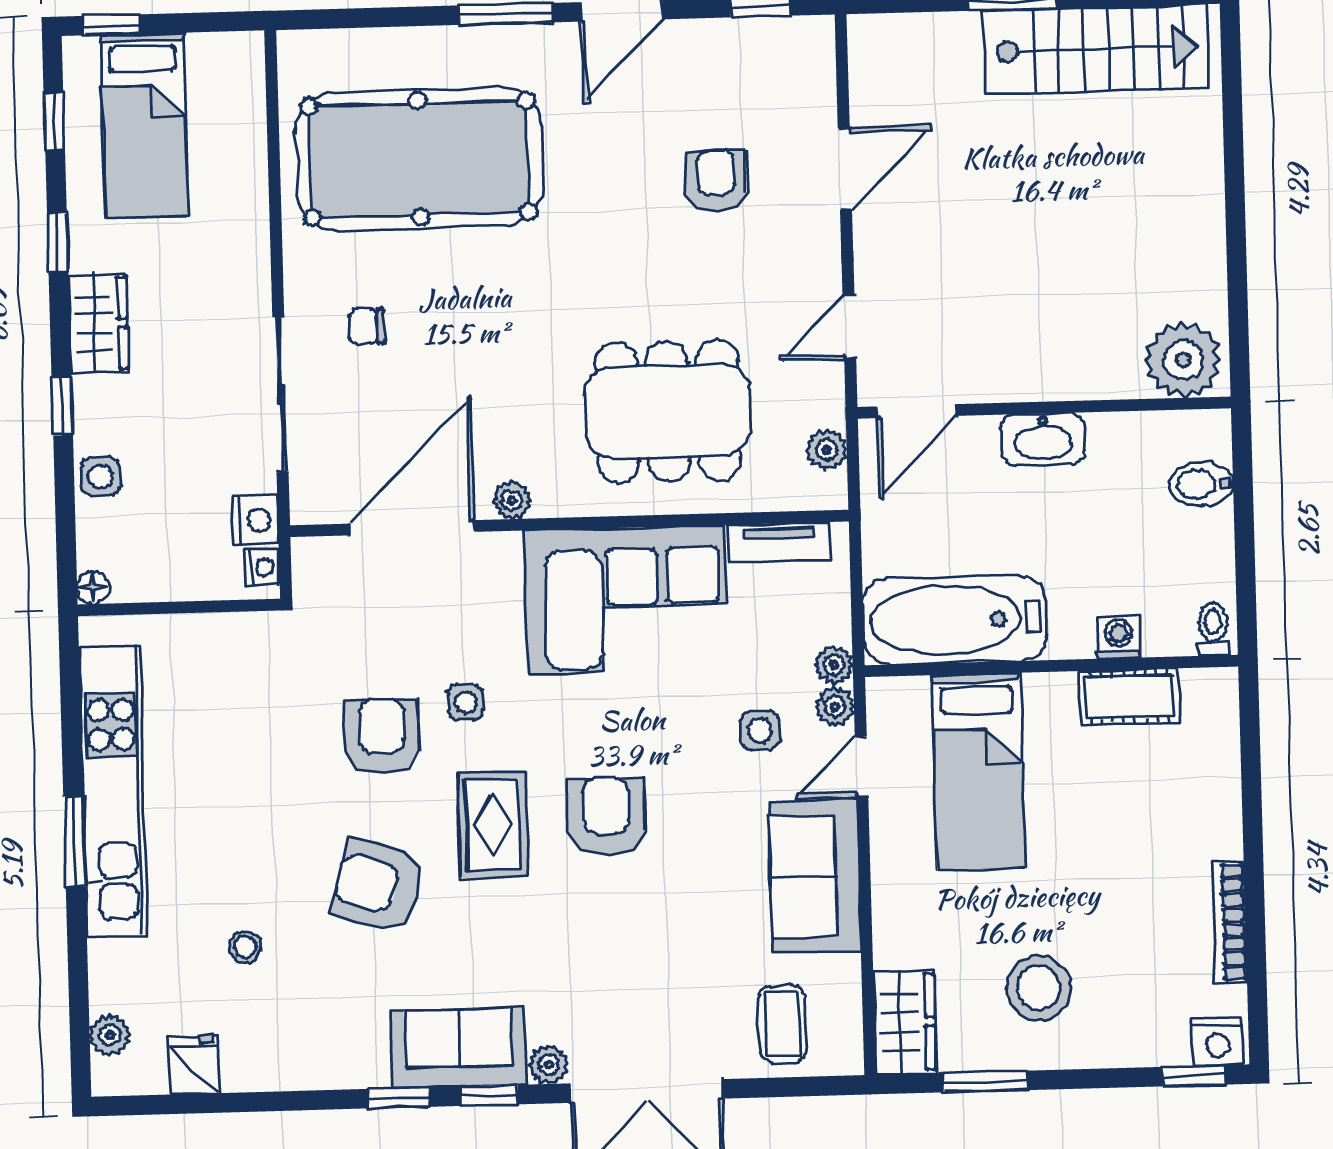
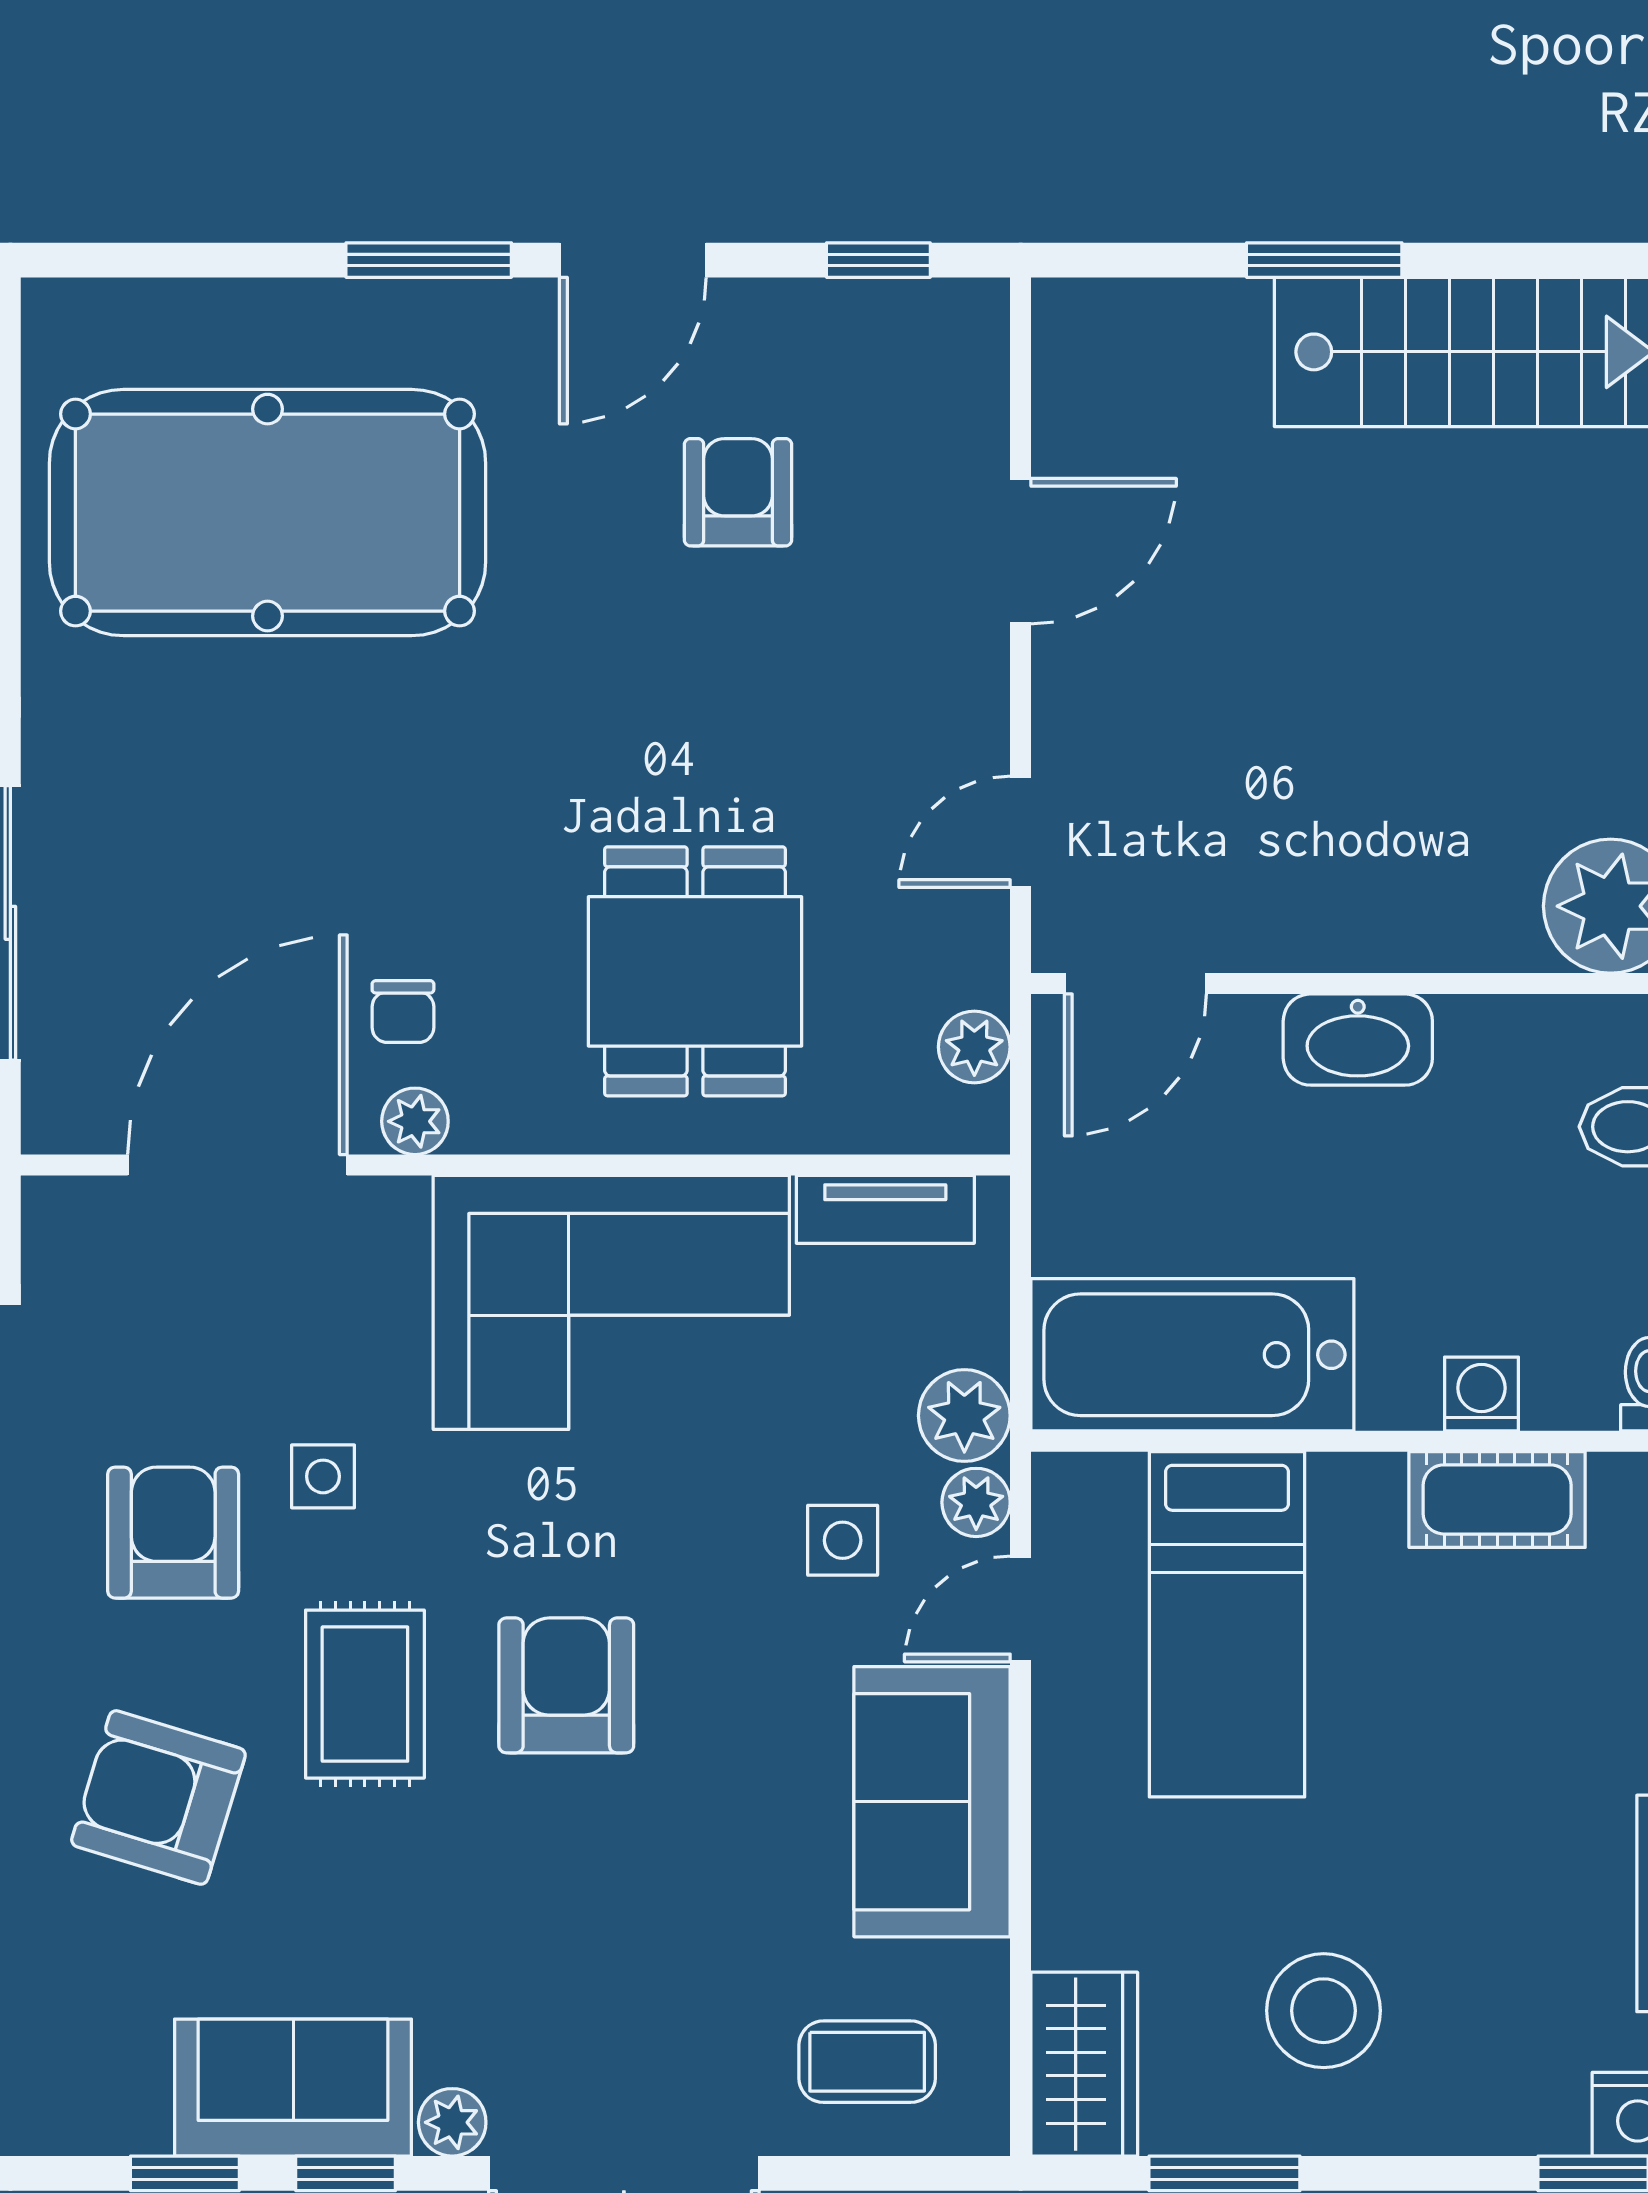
armchair: (716, 181) -> (738, 492), moved
chair: (367, 327) -> (403, 1012), moved, turned -90
dining table: (668, 411) -> (695, 971), width x0.73
plant: (834, 665) -> (964, 1416), width x1.38, depth x1.38
coffee table: (782, 1024) -> (867, 2062), turned 90

